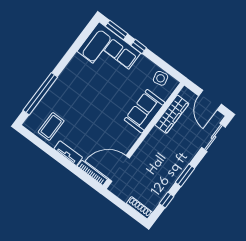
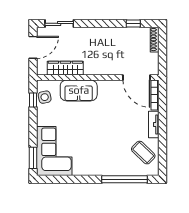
window: (139, 46) -> (33, 100), moved
coffee table: (51, 126) -> (143, 153), turned 44
window: (185, 175) -> (104, 23), removed

